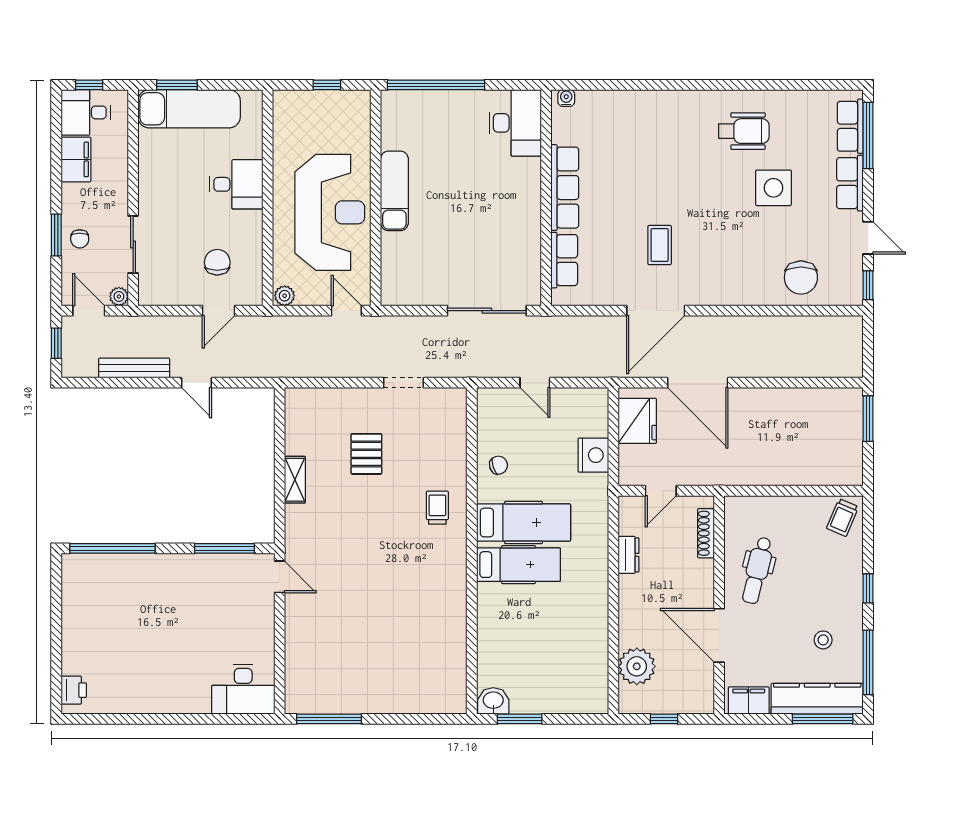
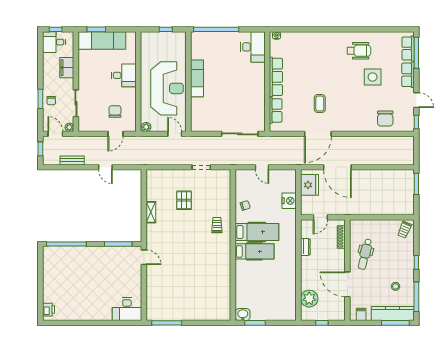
filing cabinet: (76, 159) -> (67, 68), moved, turned 180
bench: (134, 368) -> (72, 160), width x0.73
filing cabinet: (749, 701) -> (361, 314), width x0.50

